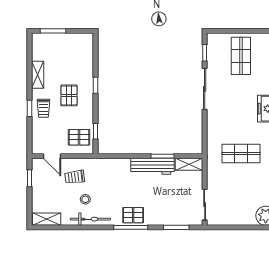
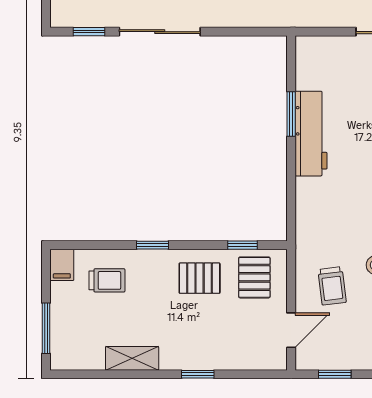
filing cabinet: (85, 39) -> (62, 265), added
pallet: (69, 95) -> (200, 278), moved
trolley: (43, 108) -> (107, 280), moved
shelving: (189, 164) -> (307, 62), removed

